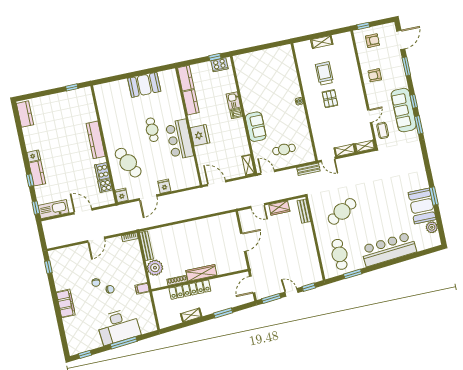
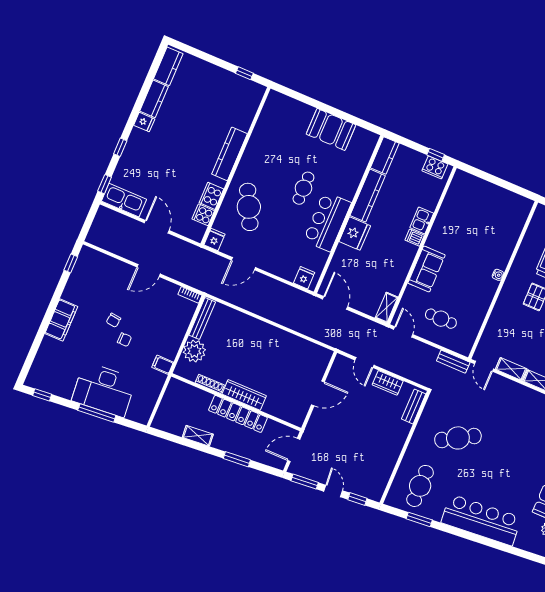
kitchen counter: (191, 102) -> (368, 196), width x1.50
kitchen counter: (37, 173) -> (154, 99), moved
fridge: (164, 186) -> (304, 278), moved
locker: (190, 290) -> (238, 414), moved

